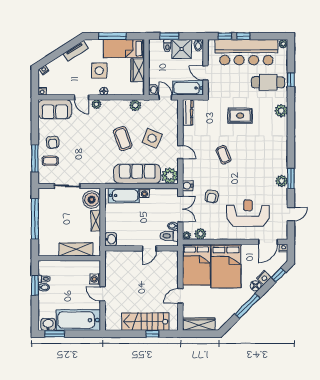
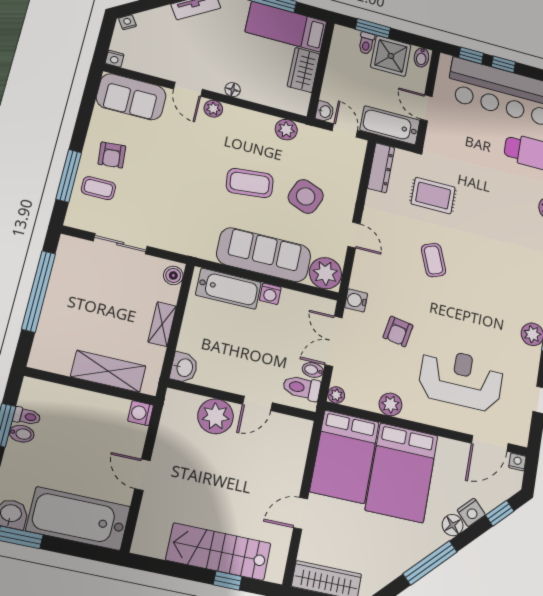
side table: (99, 71) -> (232, 52), removed
rug: (240, 116) -> (433, 196), moved
coffee table: (123, 139) -> (250, 183), turned -76
boiler: (92, 200) -> (173, 275), width x0.54, depth x0.54
double door: (180, 209) -> (334, 341), swing flipped
plant: (200, 234) -> (390, 404), moved
plant: (131, 259) -> (216, 416), added
washing machine: (95, 279) -> (141, 413), moved

